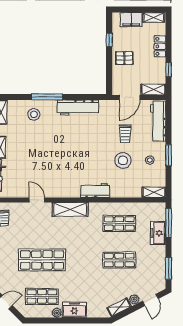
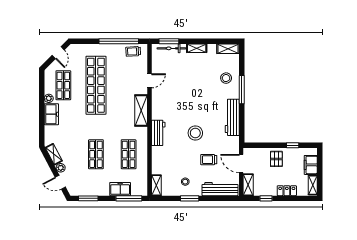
stool: (123, 160) -> (195, 133), moved
shop shelf: (42, 260) -> (96, 85), width x1.40

